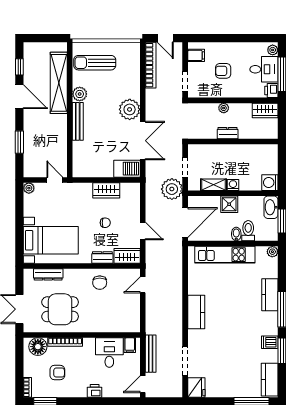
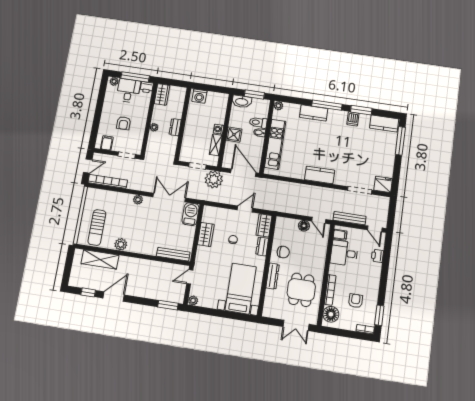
shelving: (59, 83) -> (100, 259), width x0.68
plant: (130, 109) -> (138, 200), width x0.53, depth x0.53
bench: (78, 121) -> (173, 254), moved
window: (19, 142) -> (168, 305), moved
washing machine: (270, 183) -> (199, 96), moved
dresser: (48, 274) -> (273, 276), moved
door: (143, 285) -> (319, 220), moved
floor lamp: (134, 302) -> (304, 226), added
printer: (95, 391) -> (377, 256), moved

